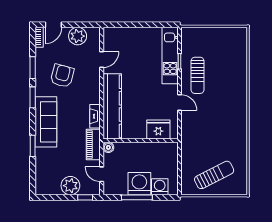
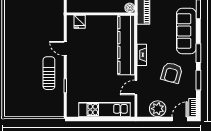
kitchen unit: (170, 56) -> (105, 110), moved, turned -90
fireplace: (95, 116) -> (142, 55), moved
fridge: (158, 130) -> (80, 22), width x0.53, depth x0.75

